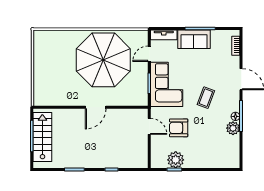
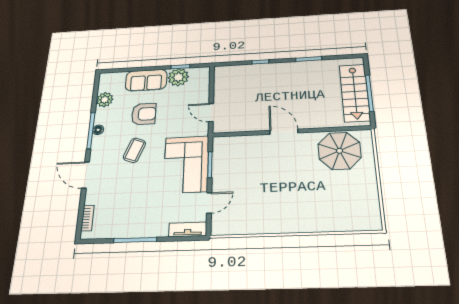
sofa: (194, 39) -> (146, 80), moved, turned 180
parasol: (103, 60) -> (339, 151), moved, width x0.54, depth x0.54
door: (96, 107) -> (284, 132), hinge flipped
armchair: (179, 128) -> (144, 114), moved
plant: (233, 128) -> (105, 100), moved

